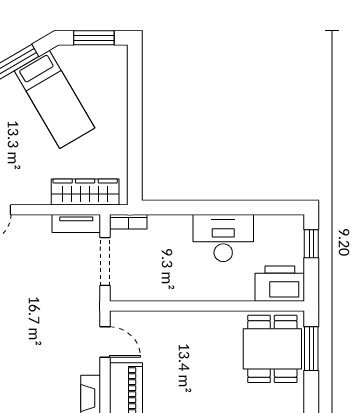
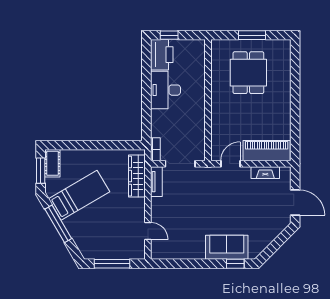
cot: (106, 57) -> (52, 163), added
printer: (280, 284) -> (162, 55), moved, turned 180
dining table: (272, 349) -> (248, 73), moved, turned 90
window: (311, 349) -> (252, 35), moved

